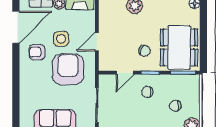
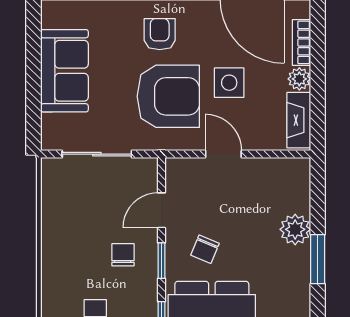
armchair: (37, 52) -> (160, 34), moved
door: (125, 73) -> (161, 210), hinge flipped

